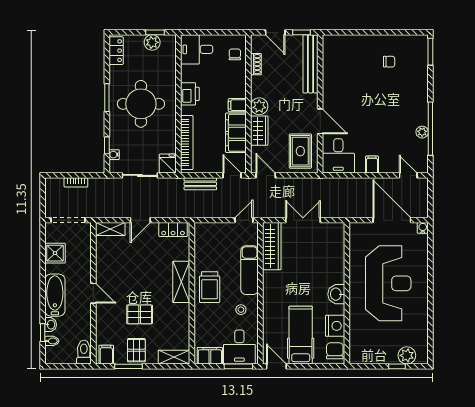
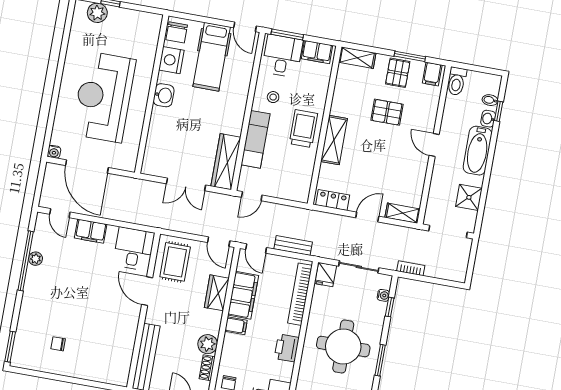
plant: (259, 106) -> (208, 344), moved
filing cabinet: (372, 165) -> (91, 231), width x2.00
bookcase: (76, 182) -> (411, 268), moved

